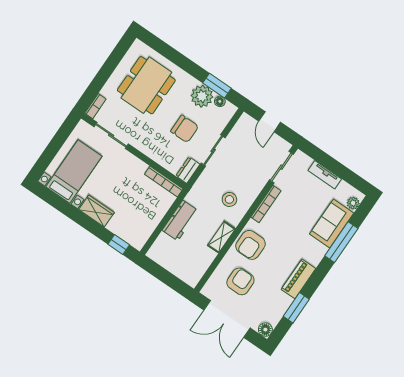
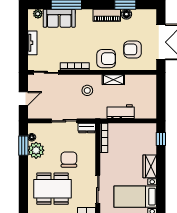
chair: (185, 129) -> (69, 160), moved
floor lamp: (265, 330) -> (126, 14), moved

